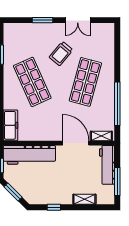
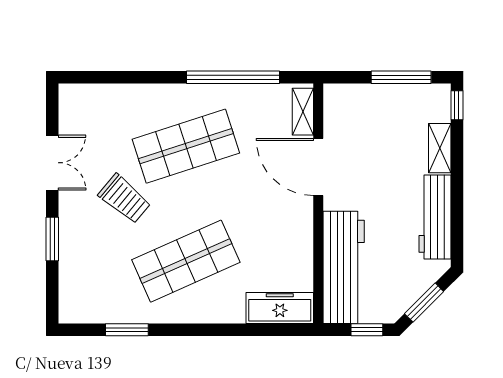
shop shelf: (85, 82) -> (186, 146), turned -33
door: (76, 143) -> (318, 167), hinge flipped
workbench: (107, 165) -> (435, 217), moved, turned 90
window: (54, 207) -> (457, 105), moved

